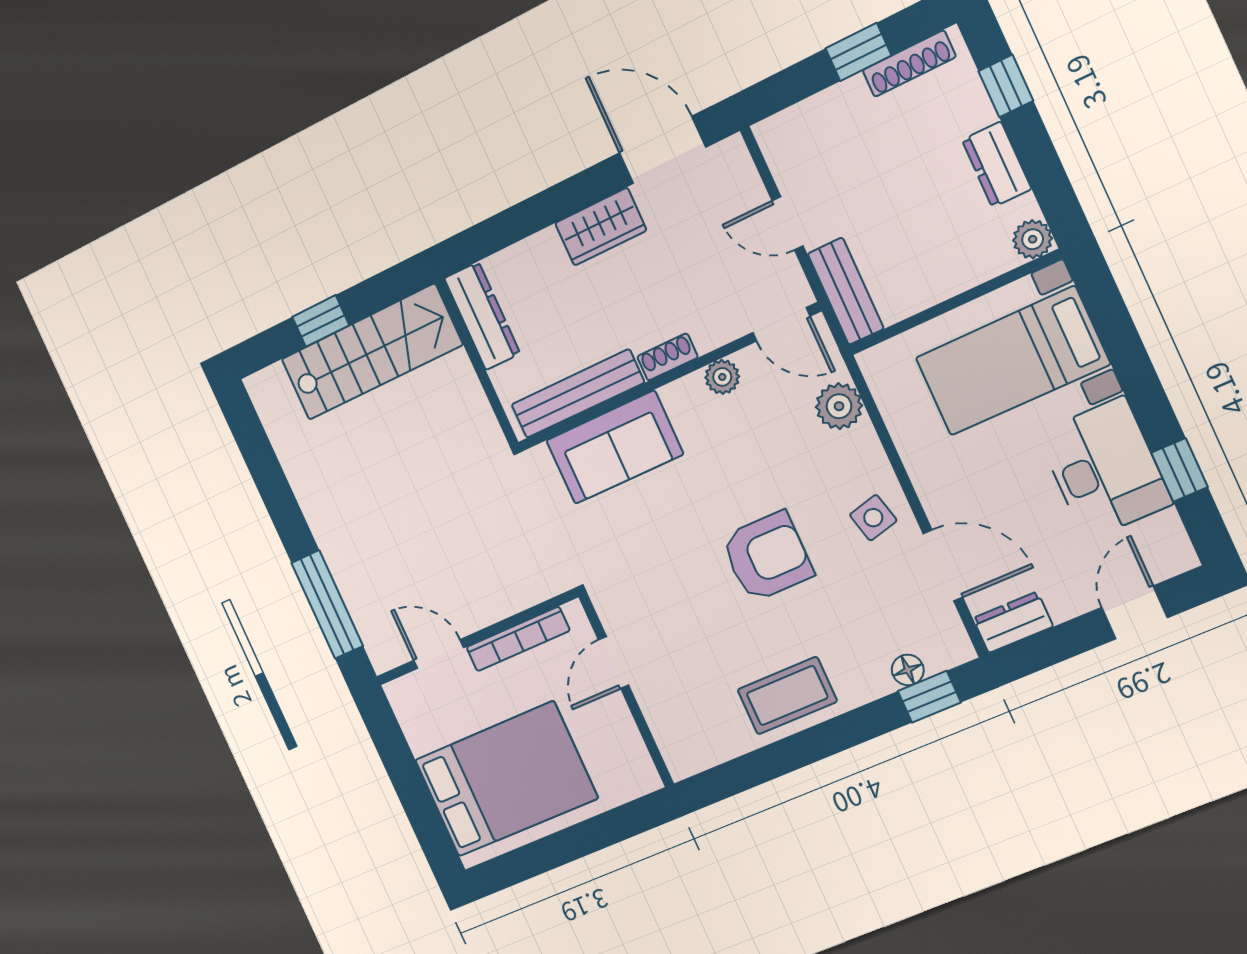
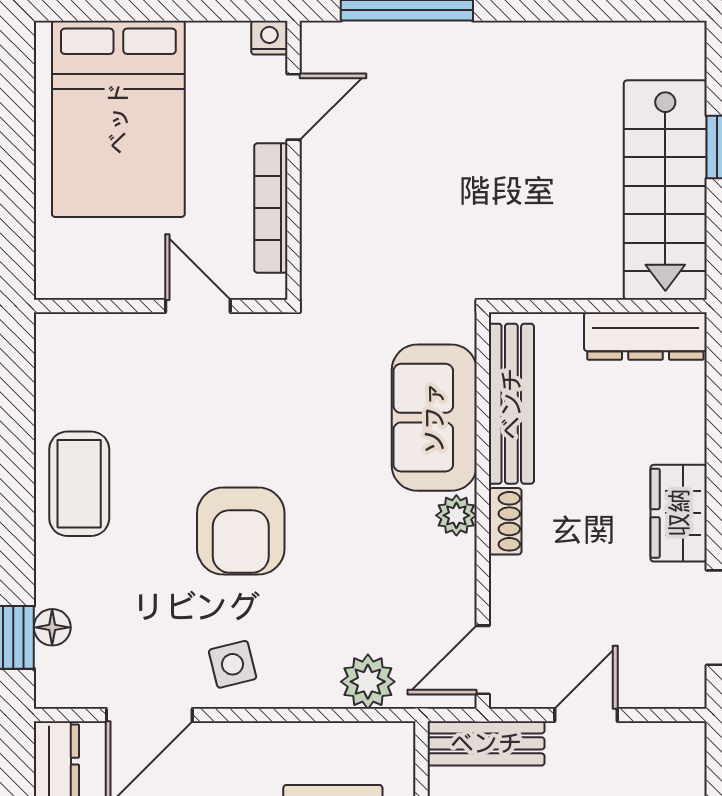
plant: (722, 377) -> (456, 515), moved
nightstand: (399, 693) -> (269, 38), added

